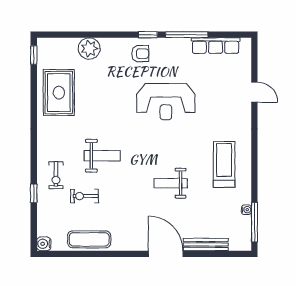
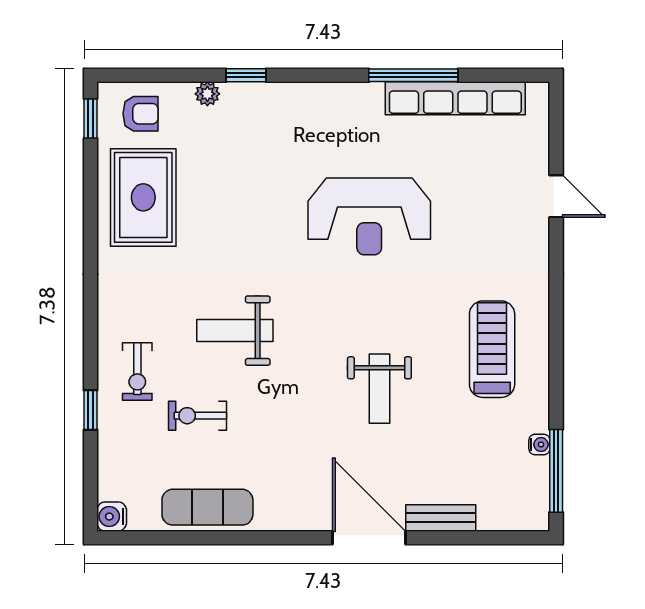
window: (148, 35) -> (246, 75), moved
row of seats: (216, 46) -> (455, 98), width x1.36
plant: (89, 49) -> (207, 94), width x0.53, depth x0.53
armchair: (140, 54) -> (141, 114), moved
weight bench: (102, 156) -> (235, 331), turned 180
weight bench: (171, 183) -> (379, 389), turned -90
bench: (206, 245) -> (441, 518), width x0.73

